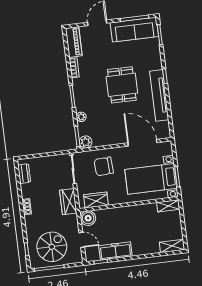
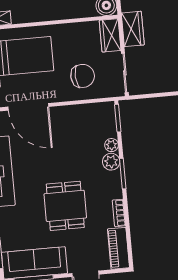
dining table: (122, 85) -> (65, 206), moved
plant: (86, 142) -> (111, 162), moved
wardrobe: (96, 200) -> (110, 35), moved, turned 90

